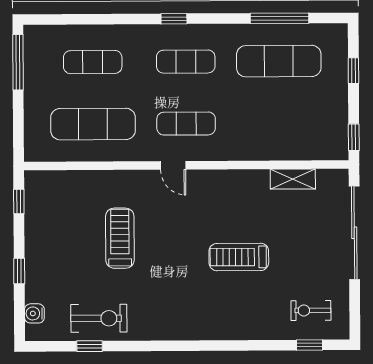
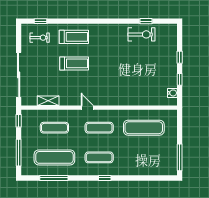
exercise mat: (93, 62) -> (54, 128), moved
window: (353, 71) -> (19, 153), width x2.17
door: (173, 165) -> (87, 108), moved
window: (19, 202) -> (180, 79), moved
treadmill: (120, 238) -> (74, 37), moved, turned -90
water cooler: (34, 313) -> (172, 93), moved
exercise bike: (99, 318) -> (141, 34), turned 180

